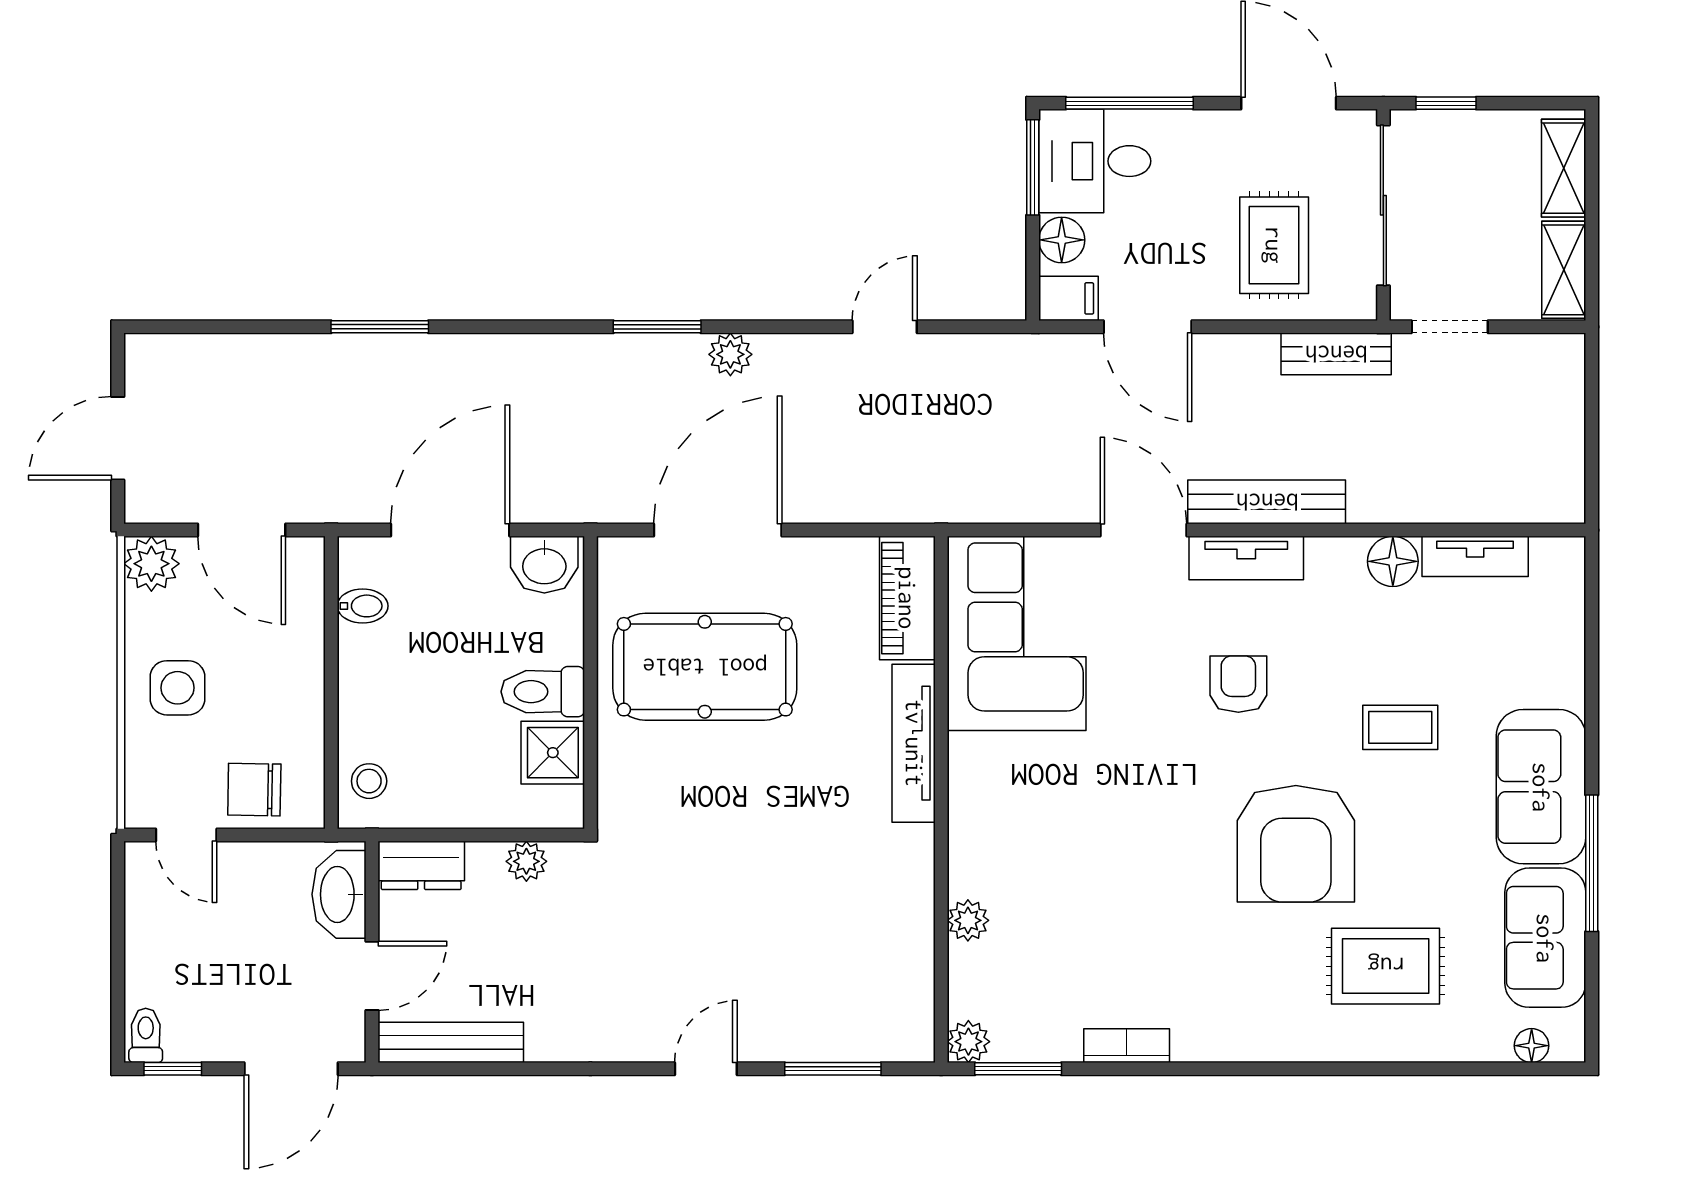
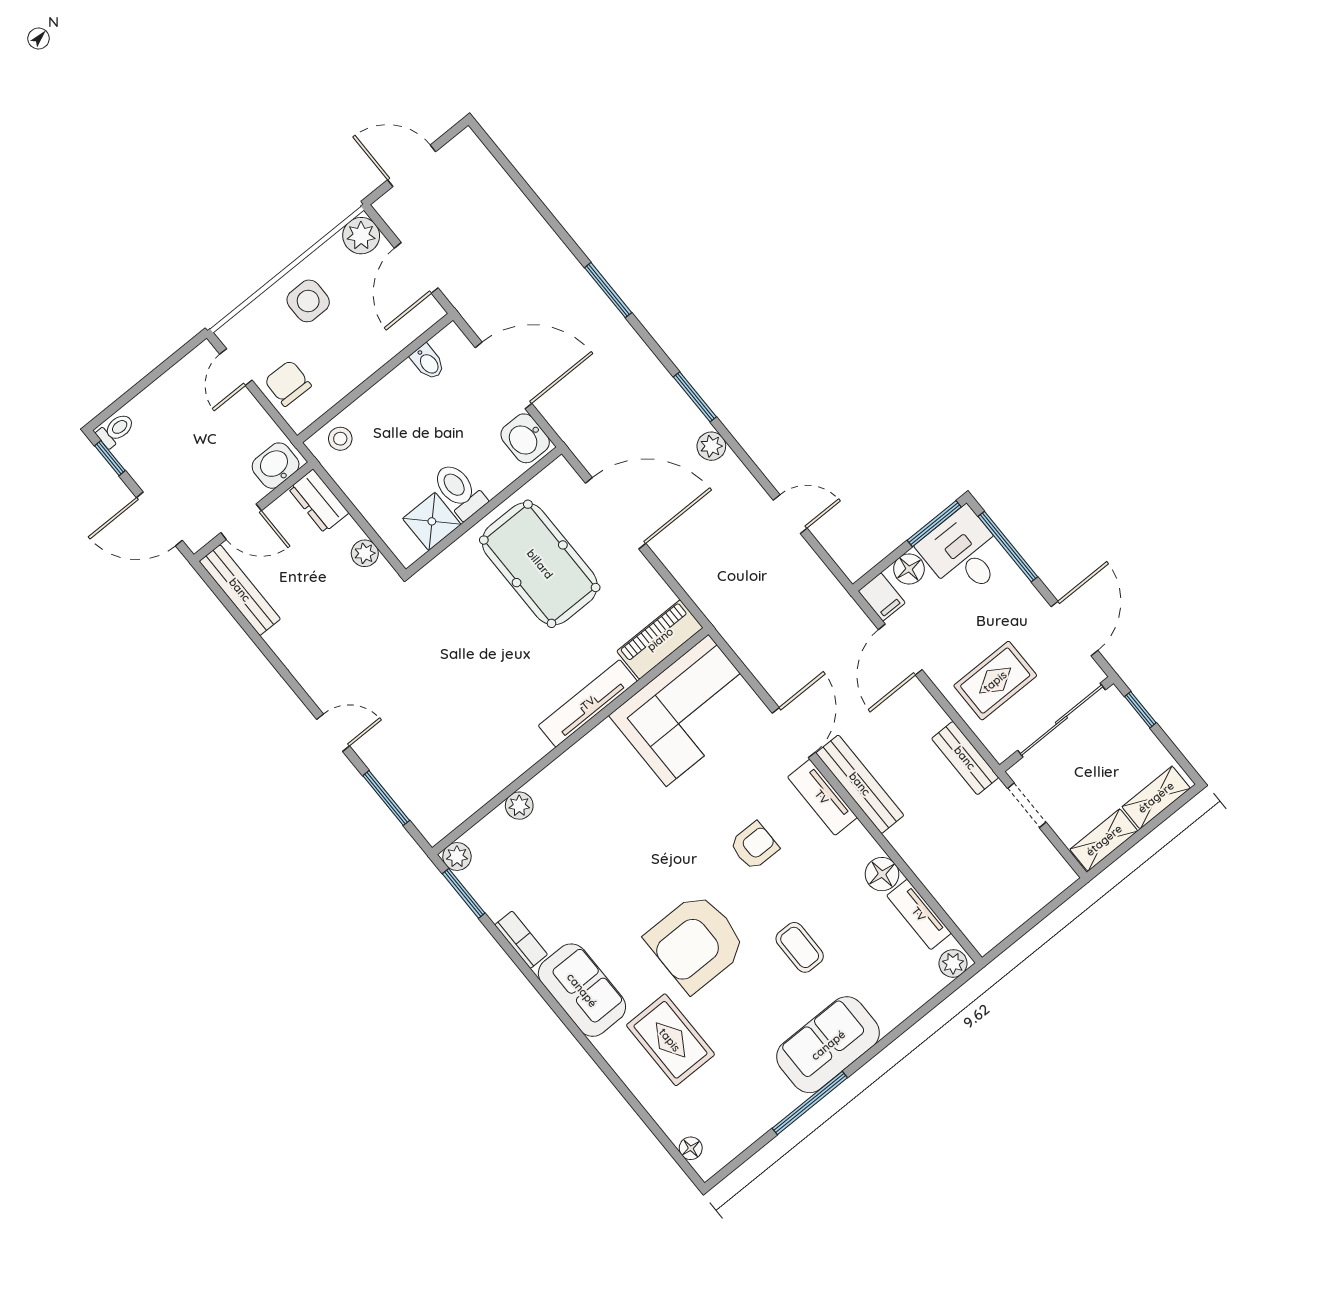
window: (380, 327) -> (608, 290), moved
plant: (1565, 563) -> (953, 963), added
washbasin: (339, 894) -> (276, 466), width x0.72
sofa: (1545, 938) -> (582, 990), moved, turned 90

